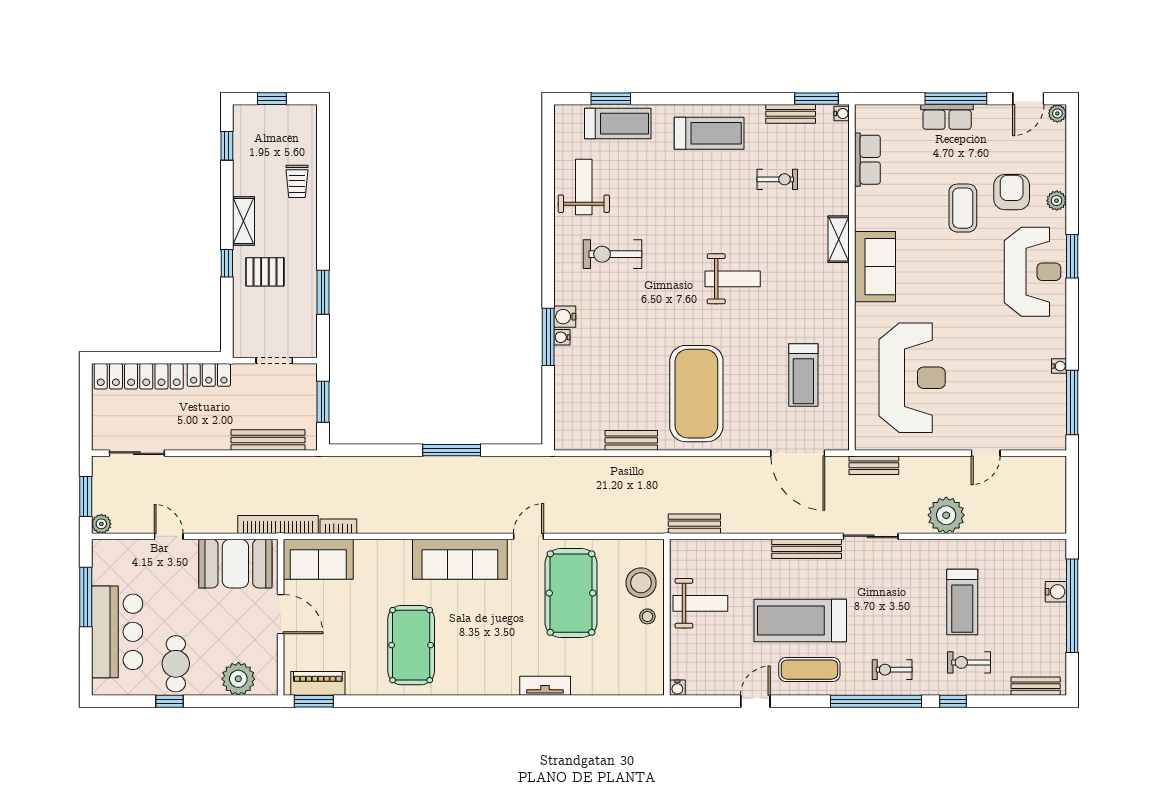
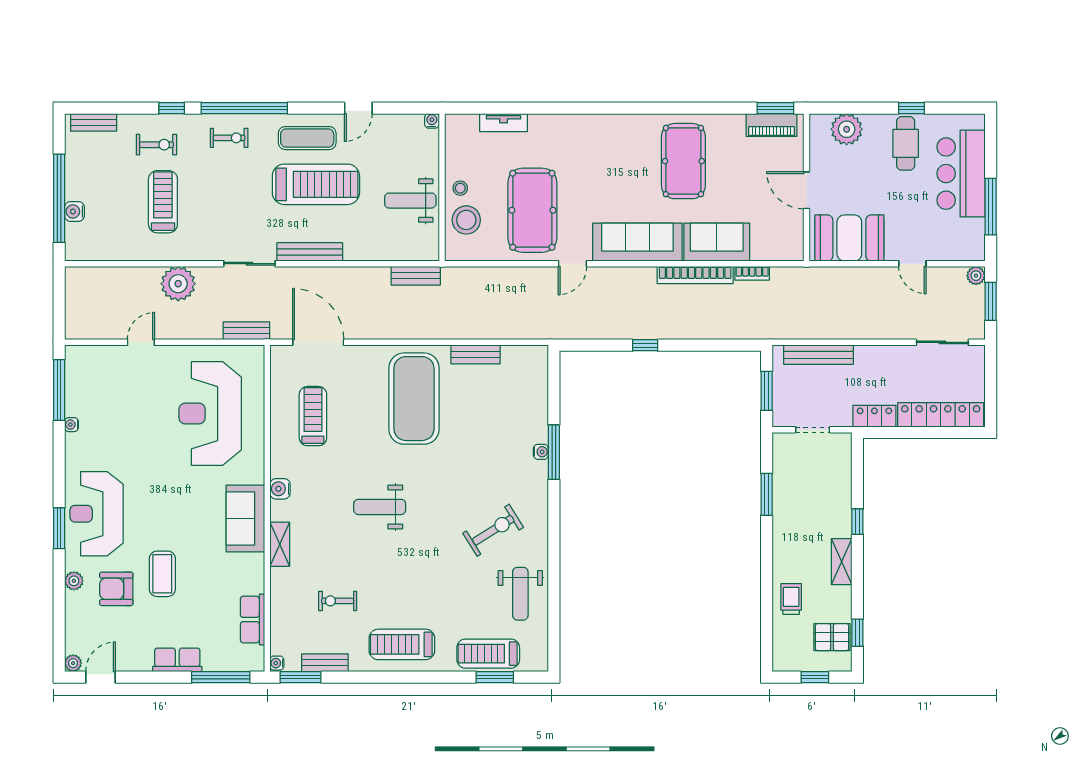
window: (956, 99) -> (221, 677), moved
armchair: (1012, 192) -> (116, 589), turned 90
exercise bike: (613, 254) -> (493, 530), turned -32
pallet: (265, 272) -> (832, 637), moved
water cooler: (565, 317) -> (280, 489), moved, turned 180
window: (452, 450) -> (645, 345), width x0.46
bookcase: (278, 524) -> (695, 275), moved
sofa: (318, 559) -> (717, 242), moved
tv unit: (545, 686) -> (503, 123), moved

